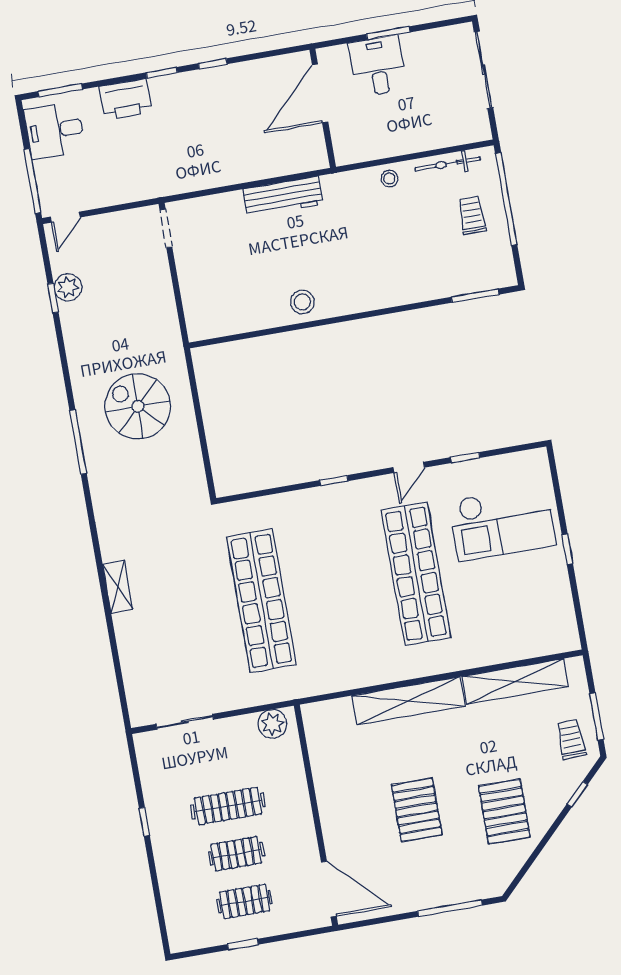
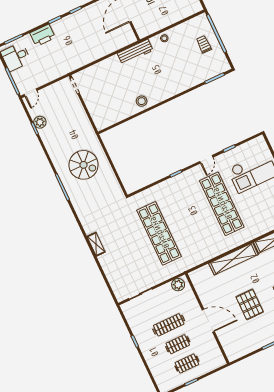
bicycle: (448, 164) -> (187, 25), removed
workbench: (283, 197) -> (135, 52), moved
spiral stairs: (138, 406) -> (84, 165), turned 180
door: (329, 889) -> (208, 321), moved

